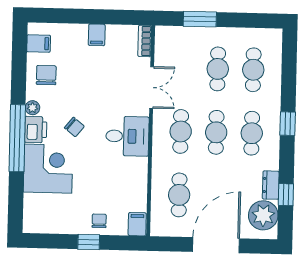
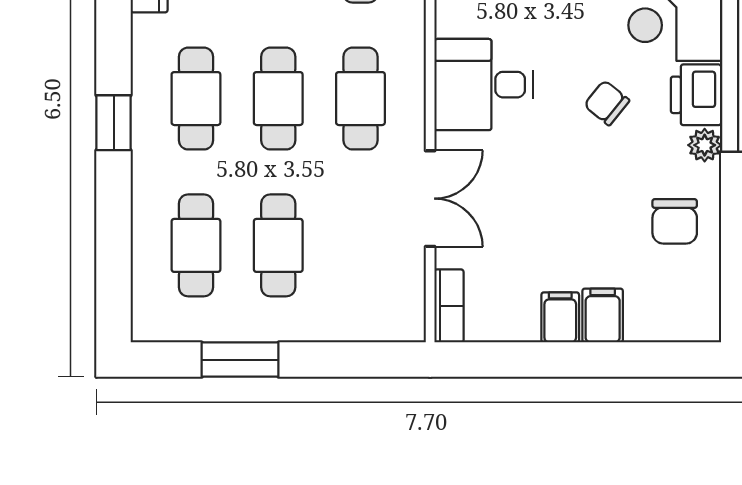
window: (200, 19) -> (240, 360), moved
filing cabinet: (39, 43) -> (603, 315), moved, turned 90
double door: (152, 87) -> (430, 199), swing flipped

